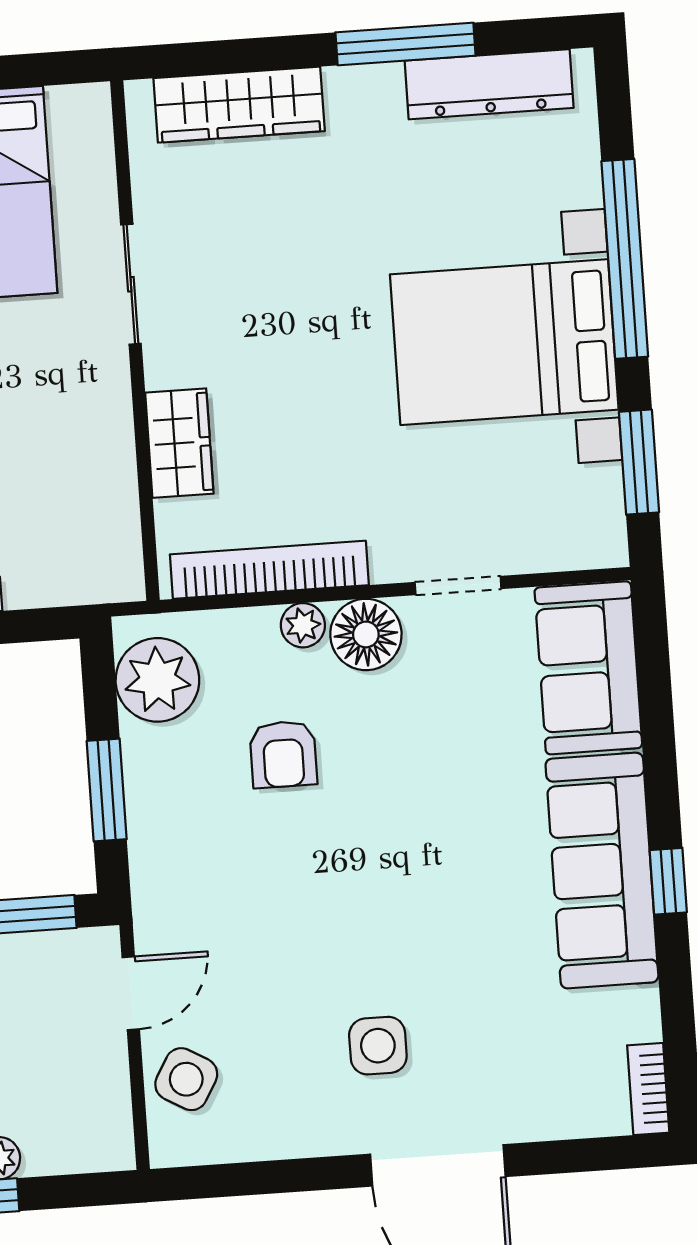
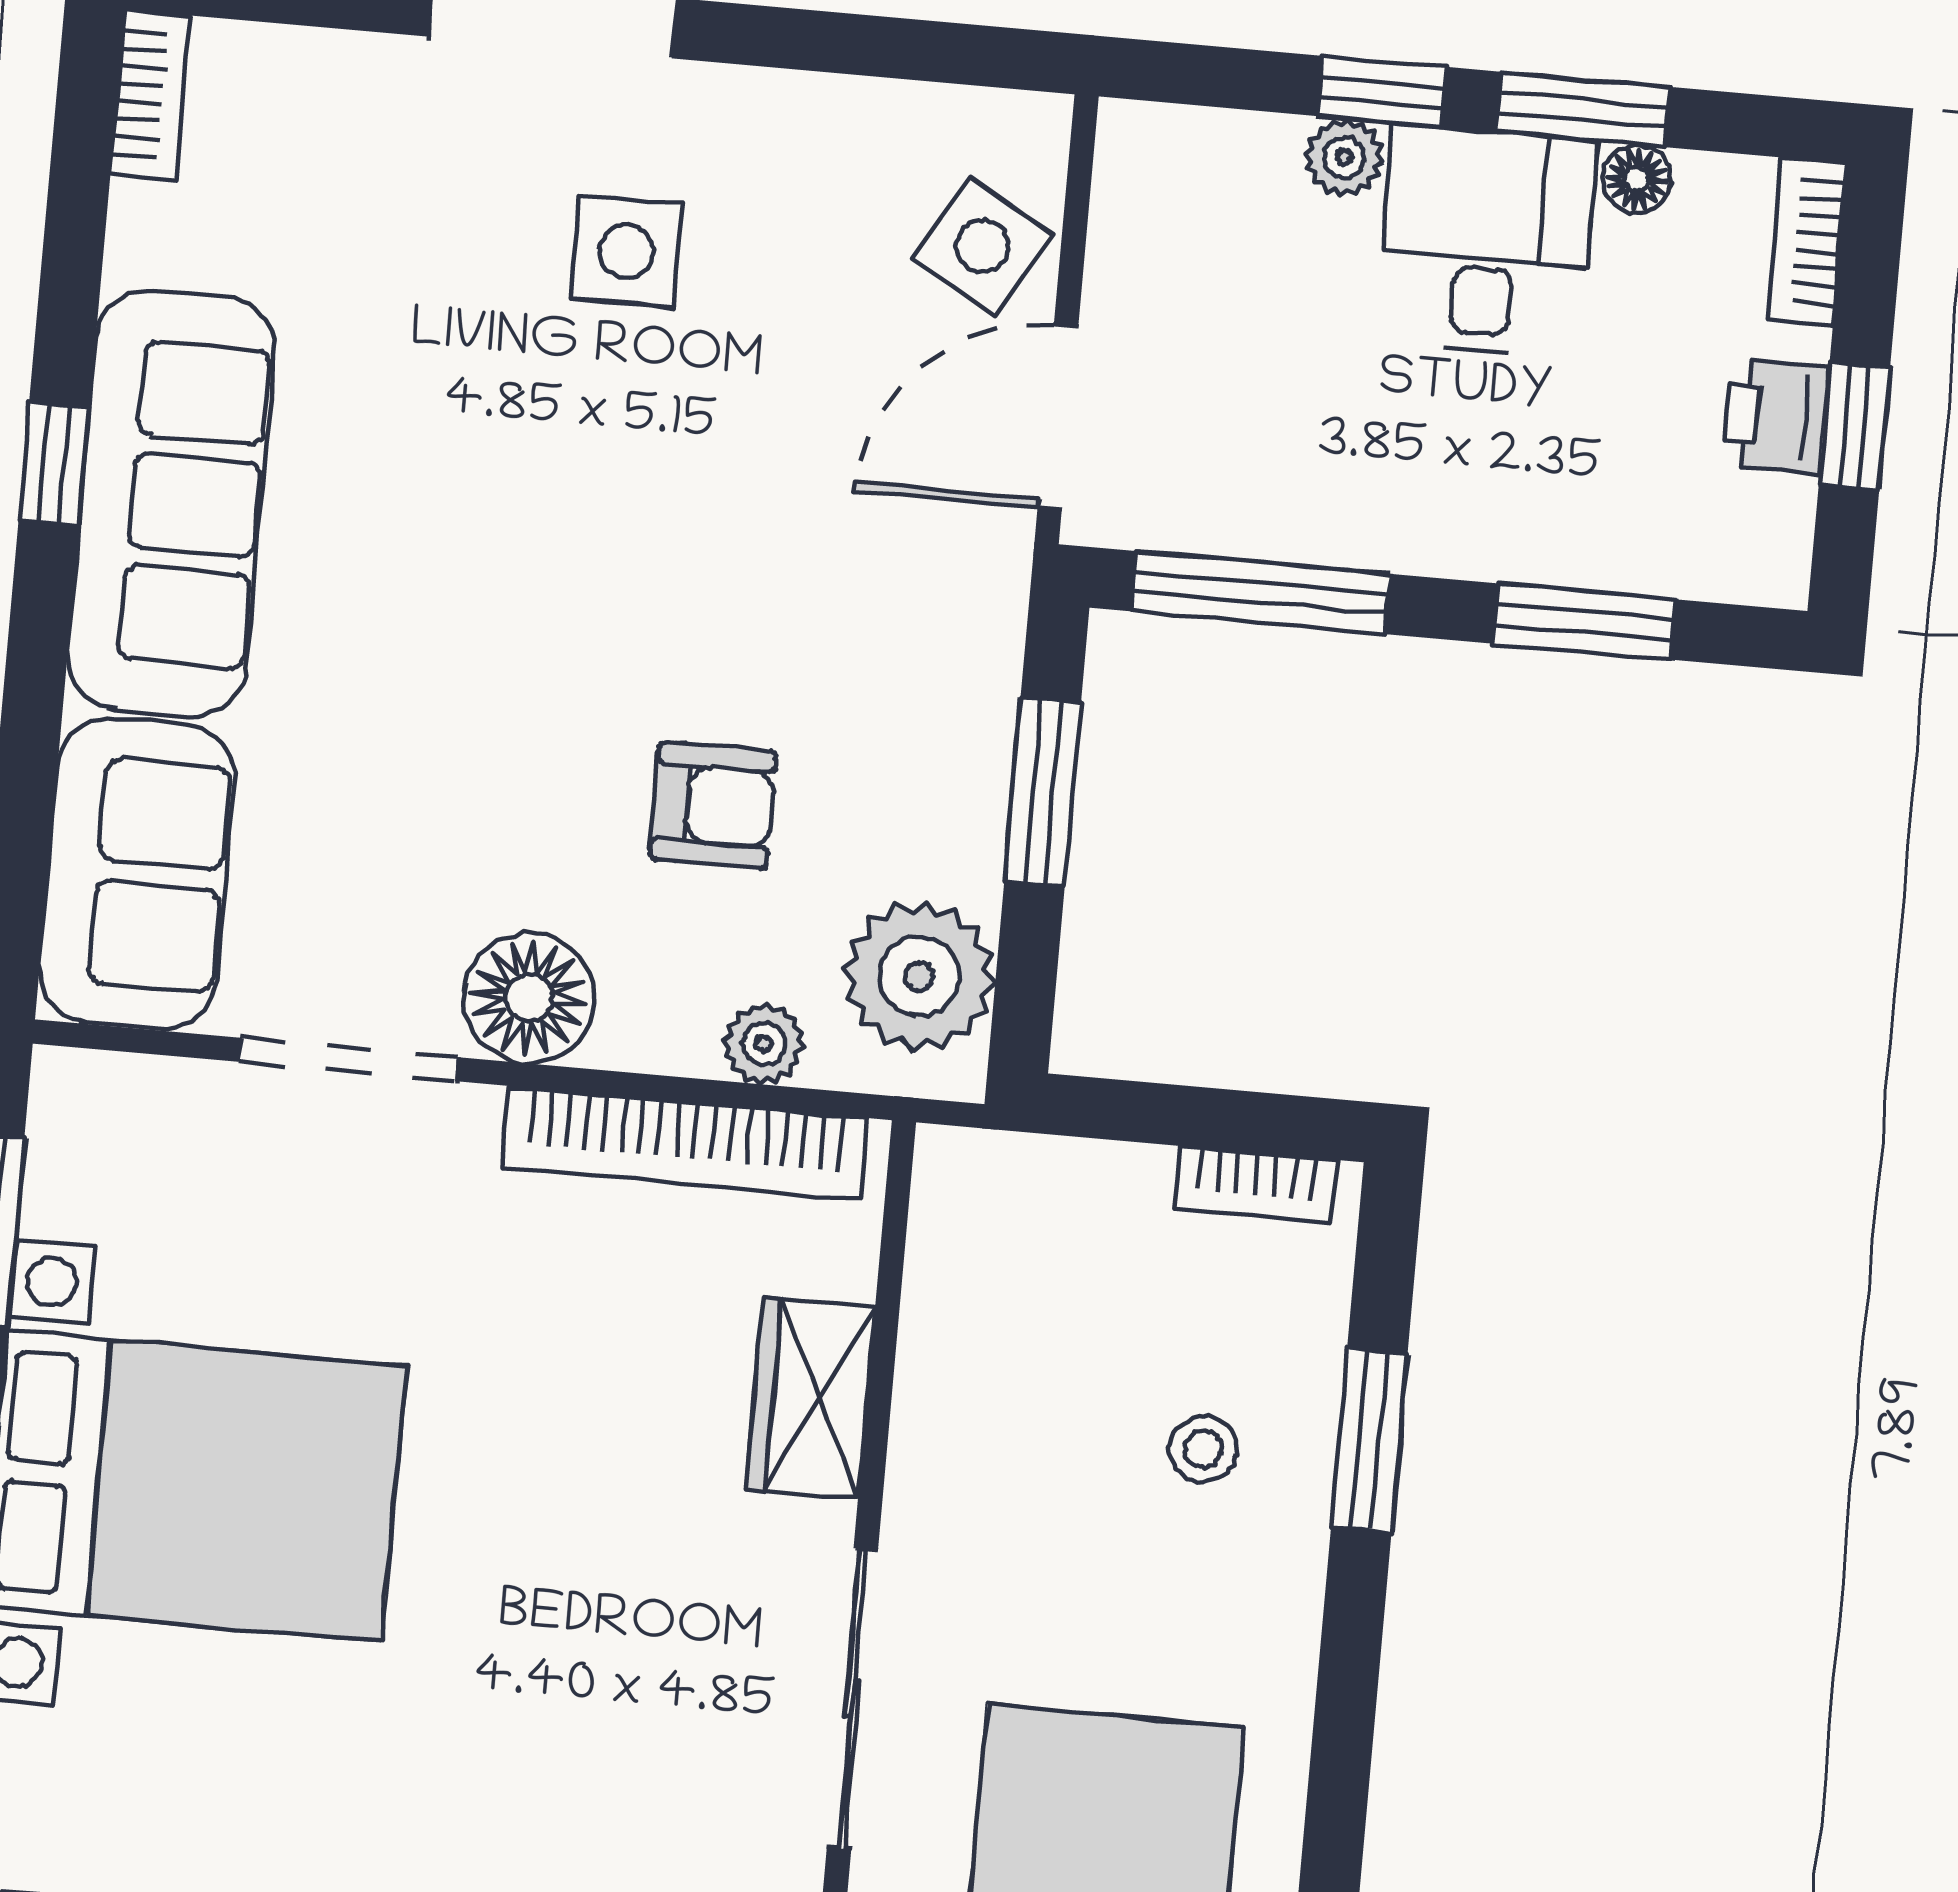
sliding door: (131, 284) -> (852, 1699), width x1.37
doorway: (458, 586) -> (348, 1060), width x1.38
plant: (303, 625) -> (764, 1044), moved
armchair: (283, 754) -> (713, 805), turned 90
door: (131, 993) -> (1058, 417), width x1.38

